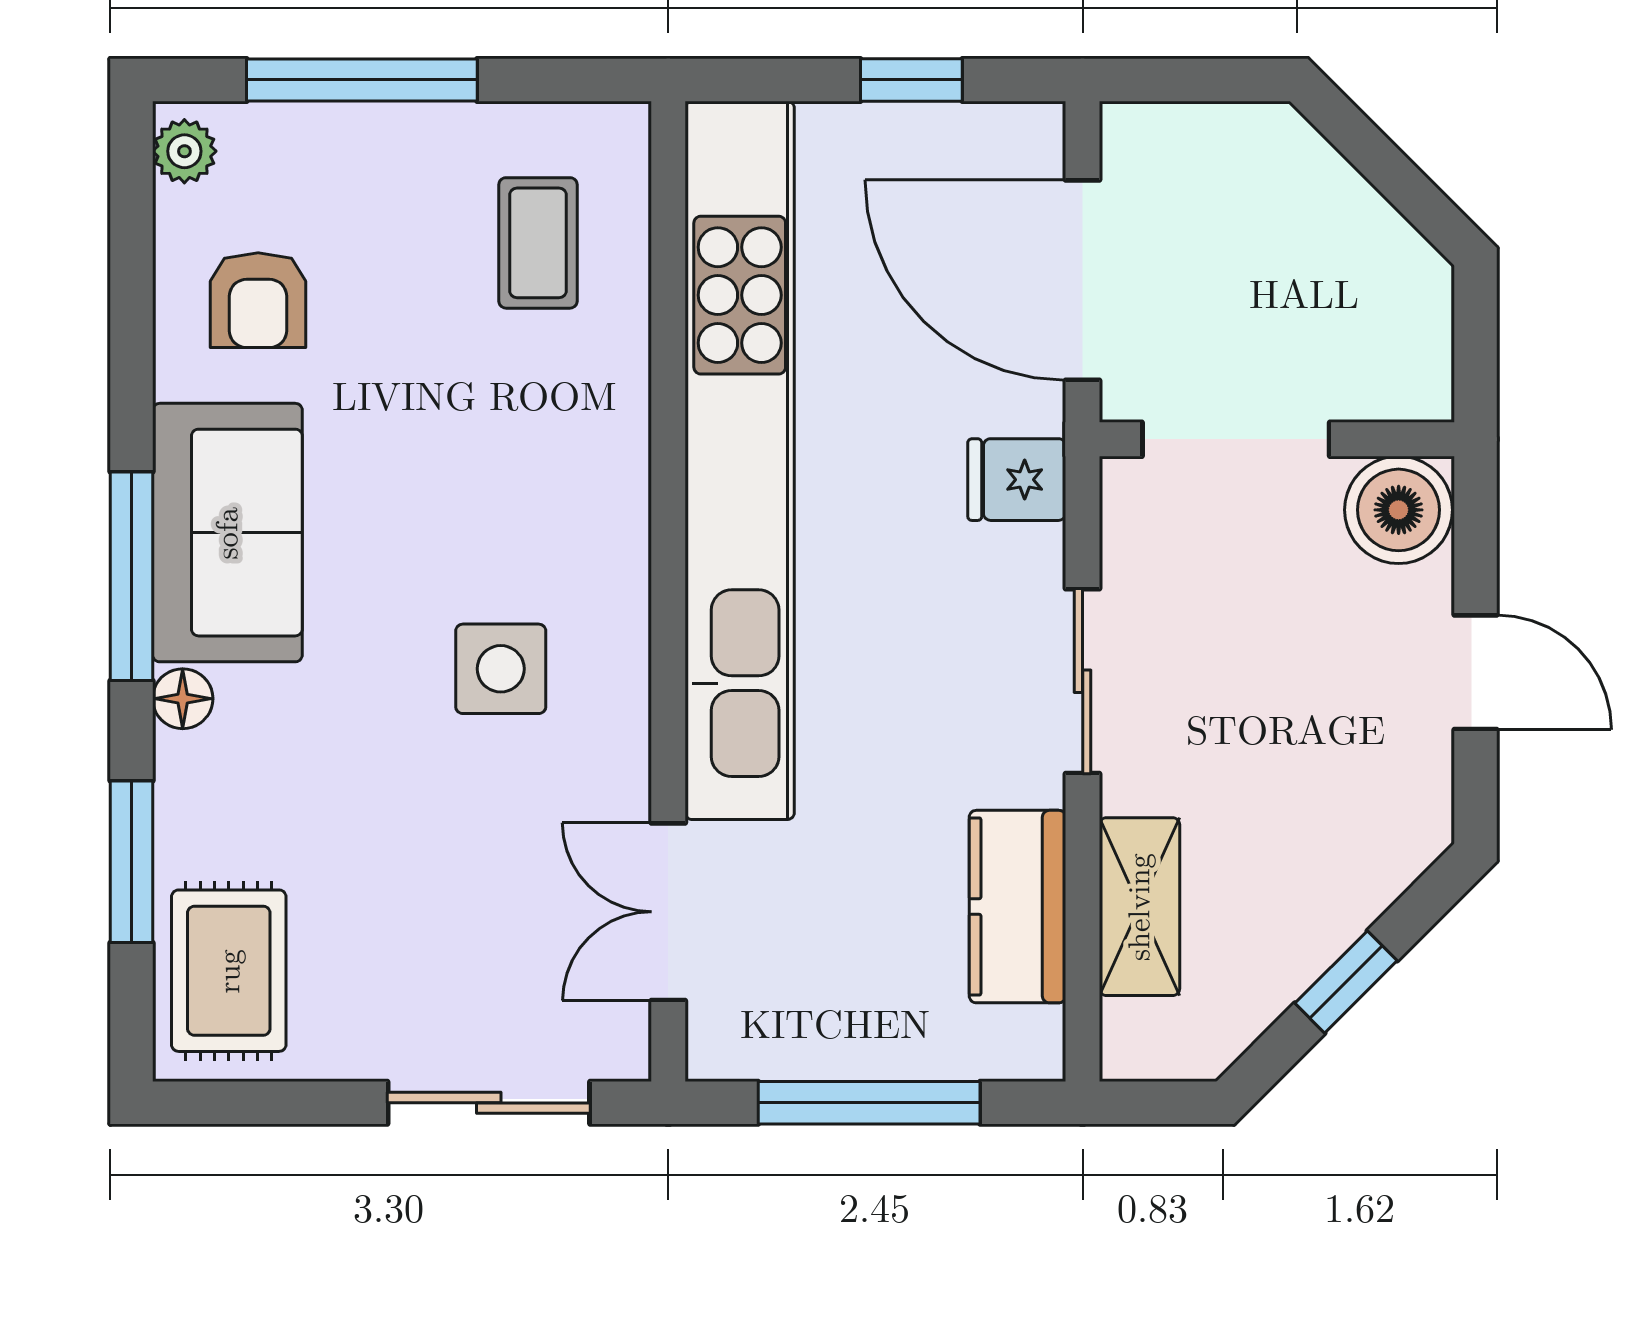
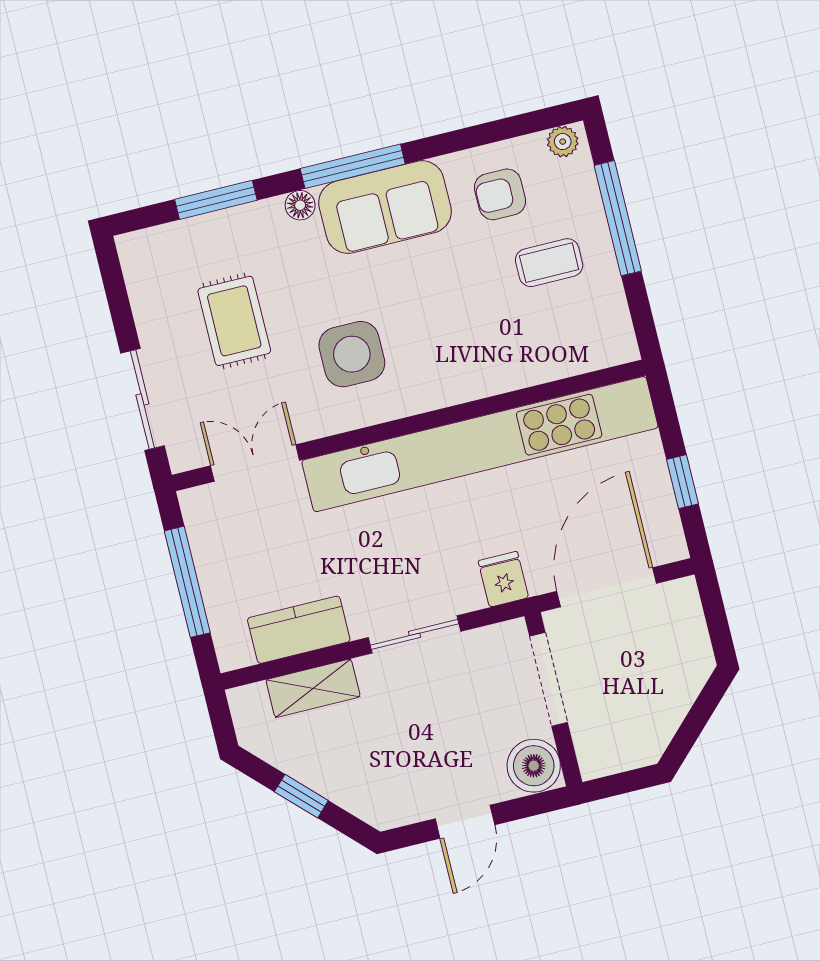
coffee table: (538, 243) -> (549, 263), moved
side table: (501, 669) -> (352, 354), width x1.37, depth x1.37
rug: (229, 971) -> (234, 321), moved, turned 90

